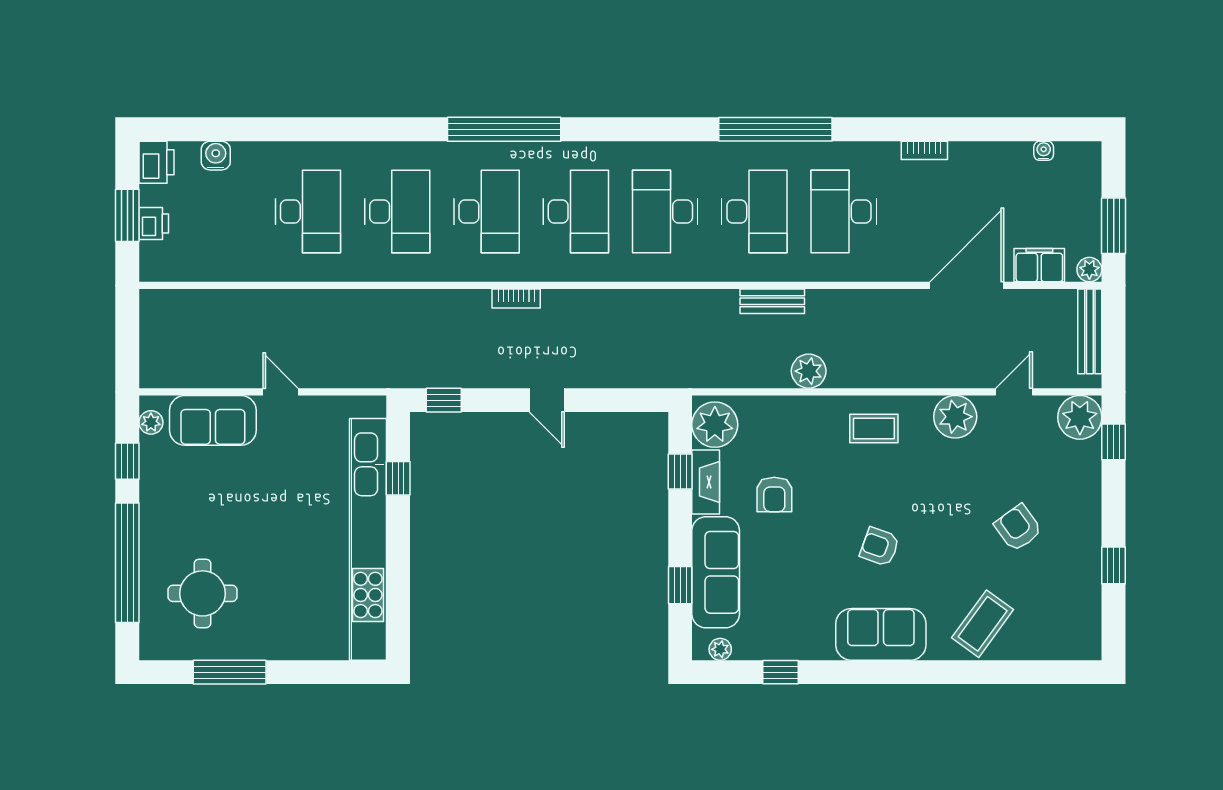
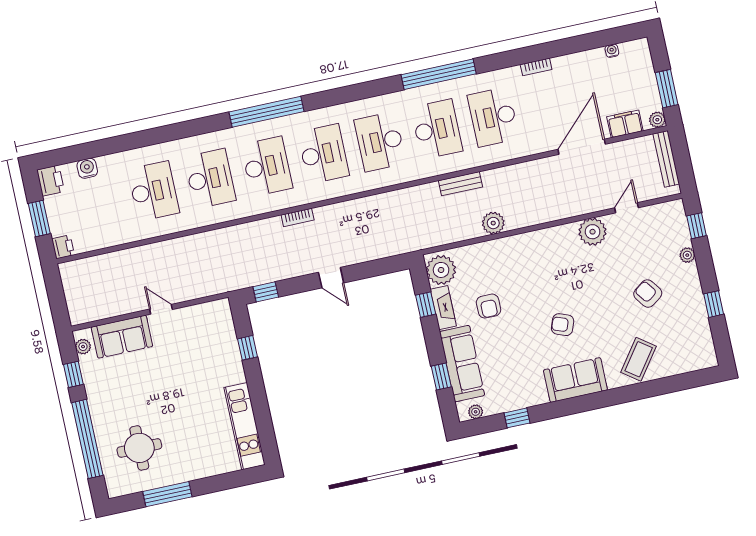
printer: (154, 224) -> (63, 247), moved
plant: (1080, 417) -> (687, 255), moved, width x0.53, depth x0.53
coffee table: (874, 428) -> (543, 250), removed
kitchen unit: (368, 539) -> (245, 426), width x0.54

